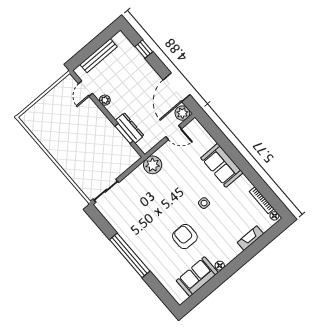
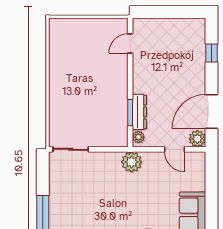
bench: (99, 56) -> (167, 24), removed
plant: (105, 100) -> (138, 137), moved

